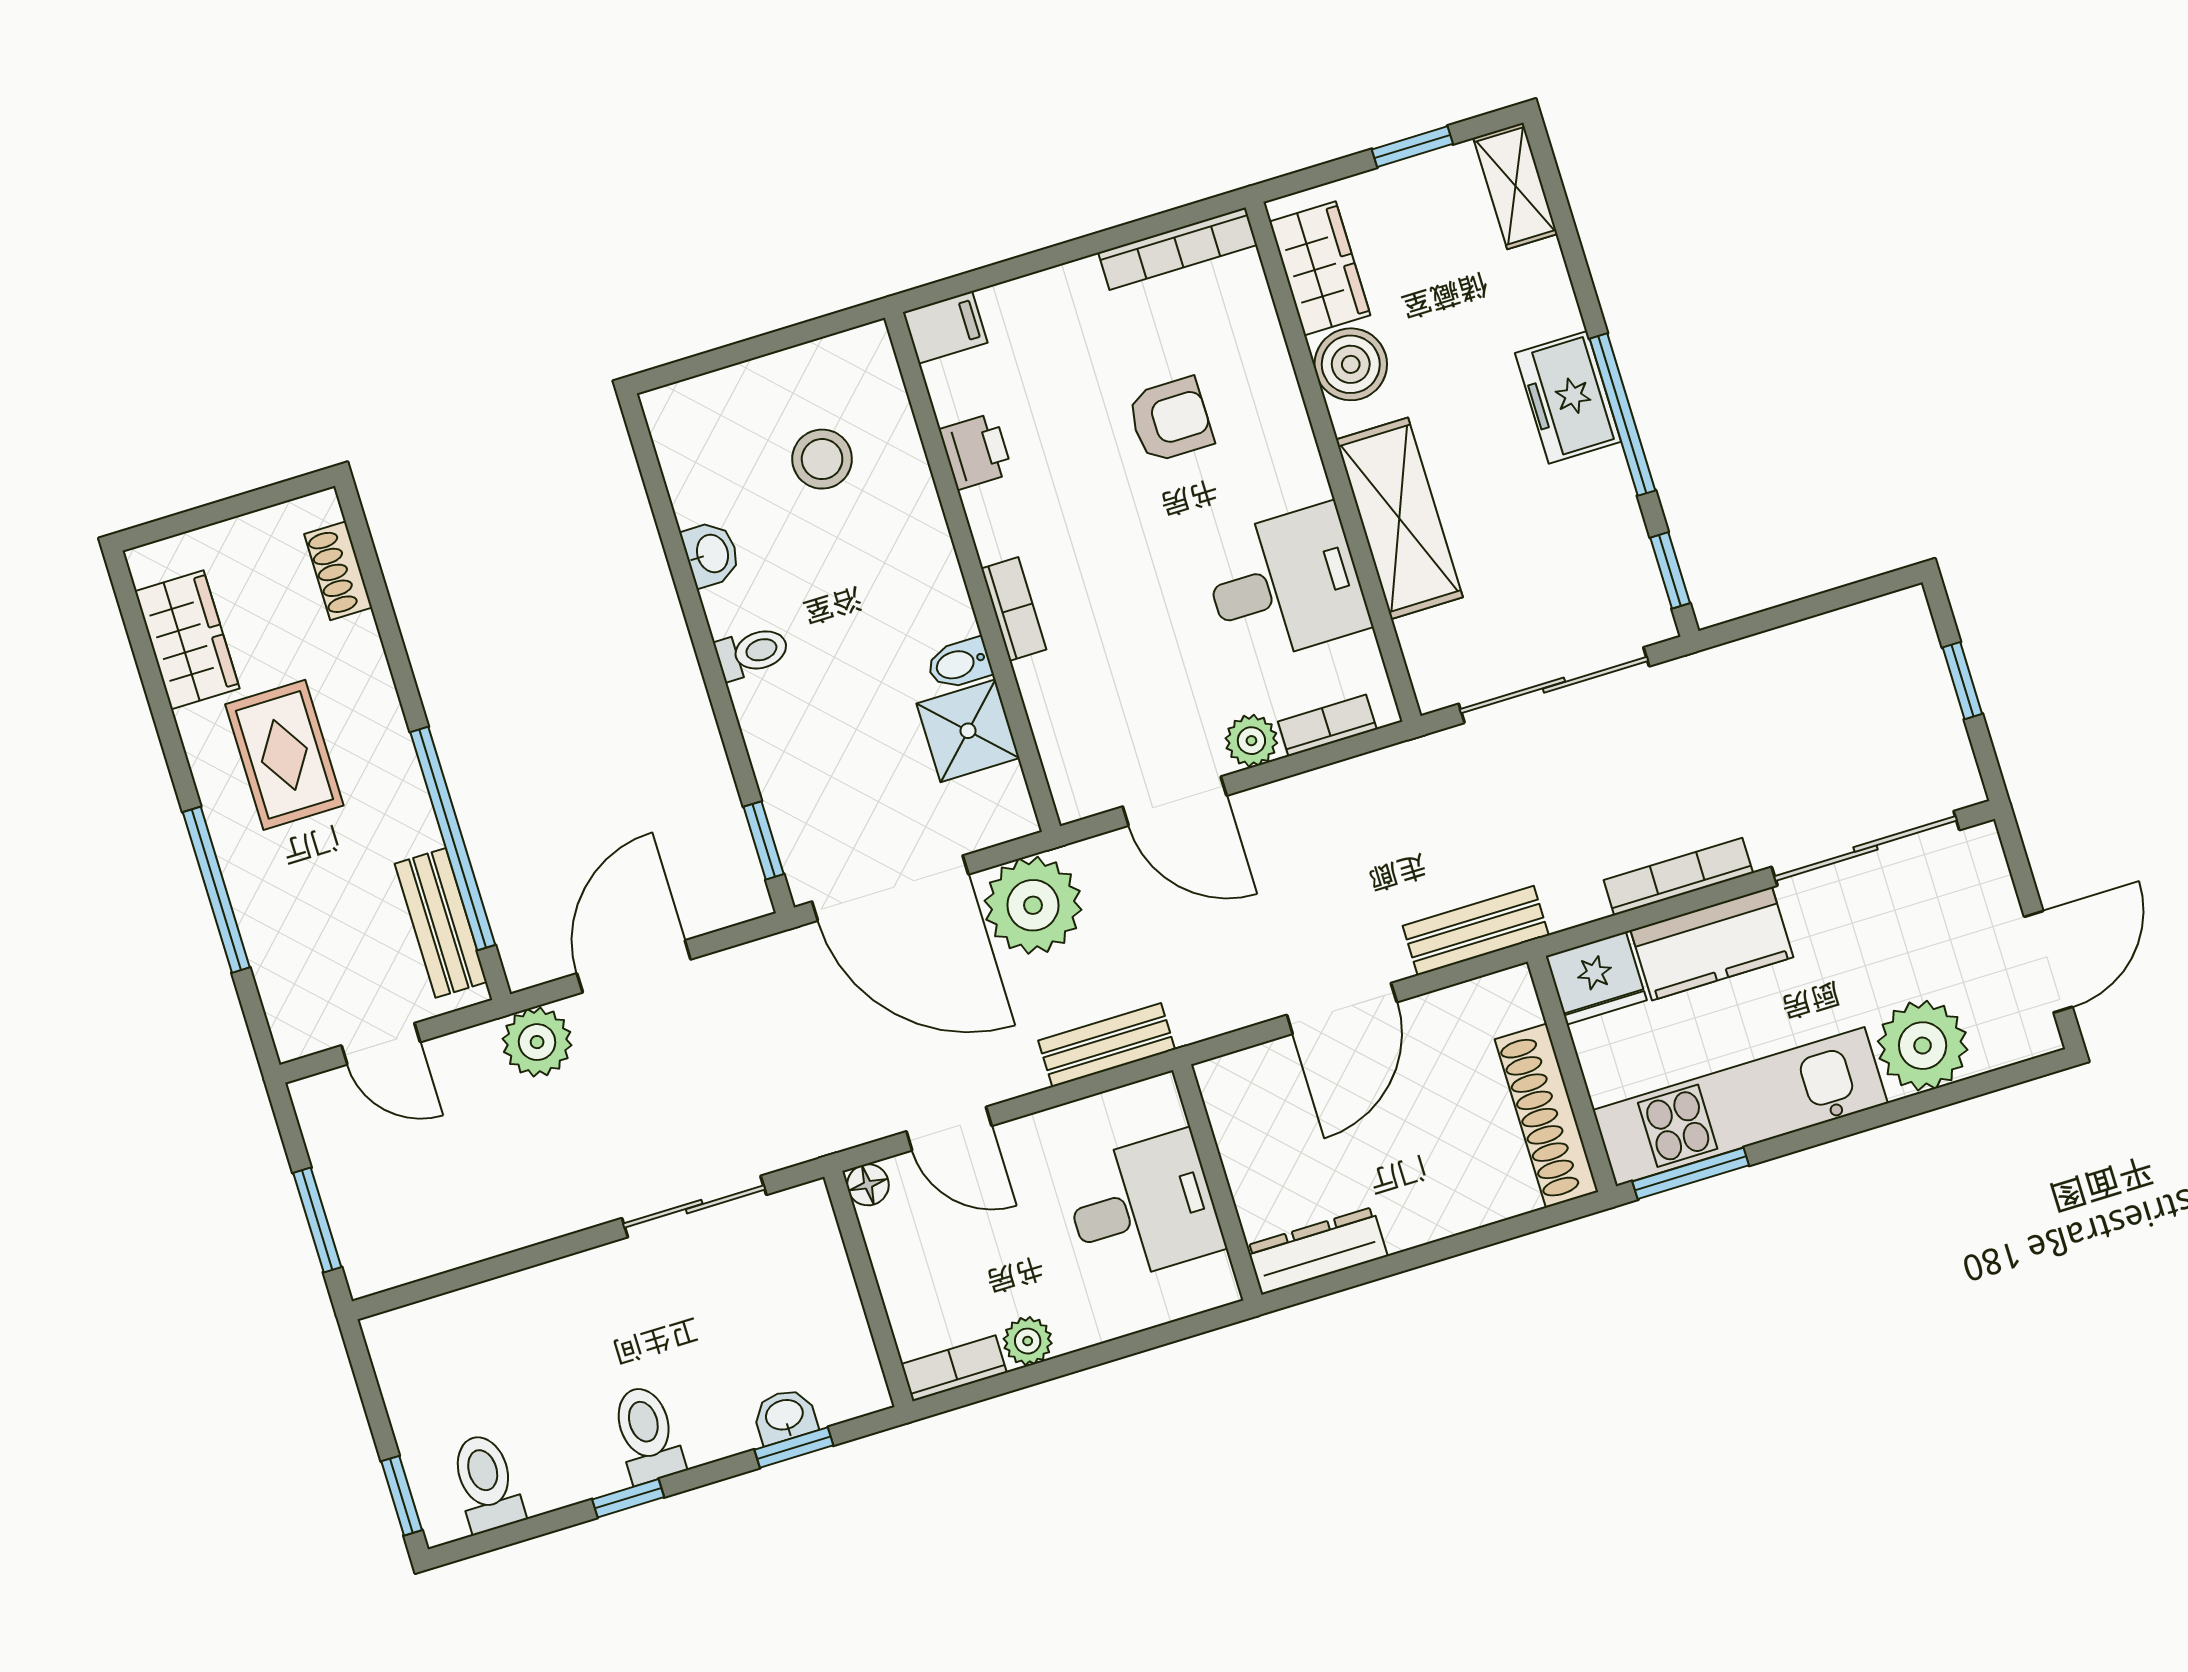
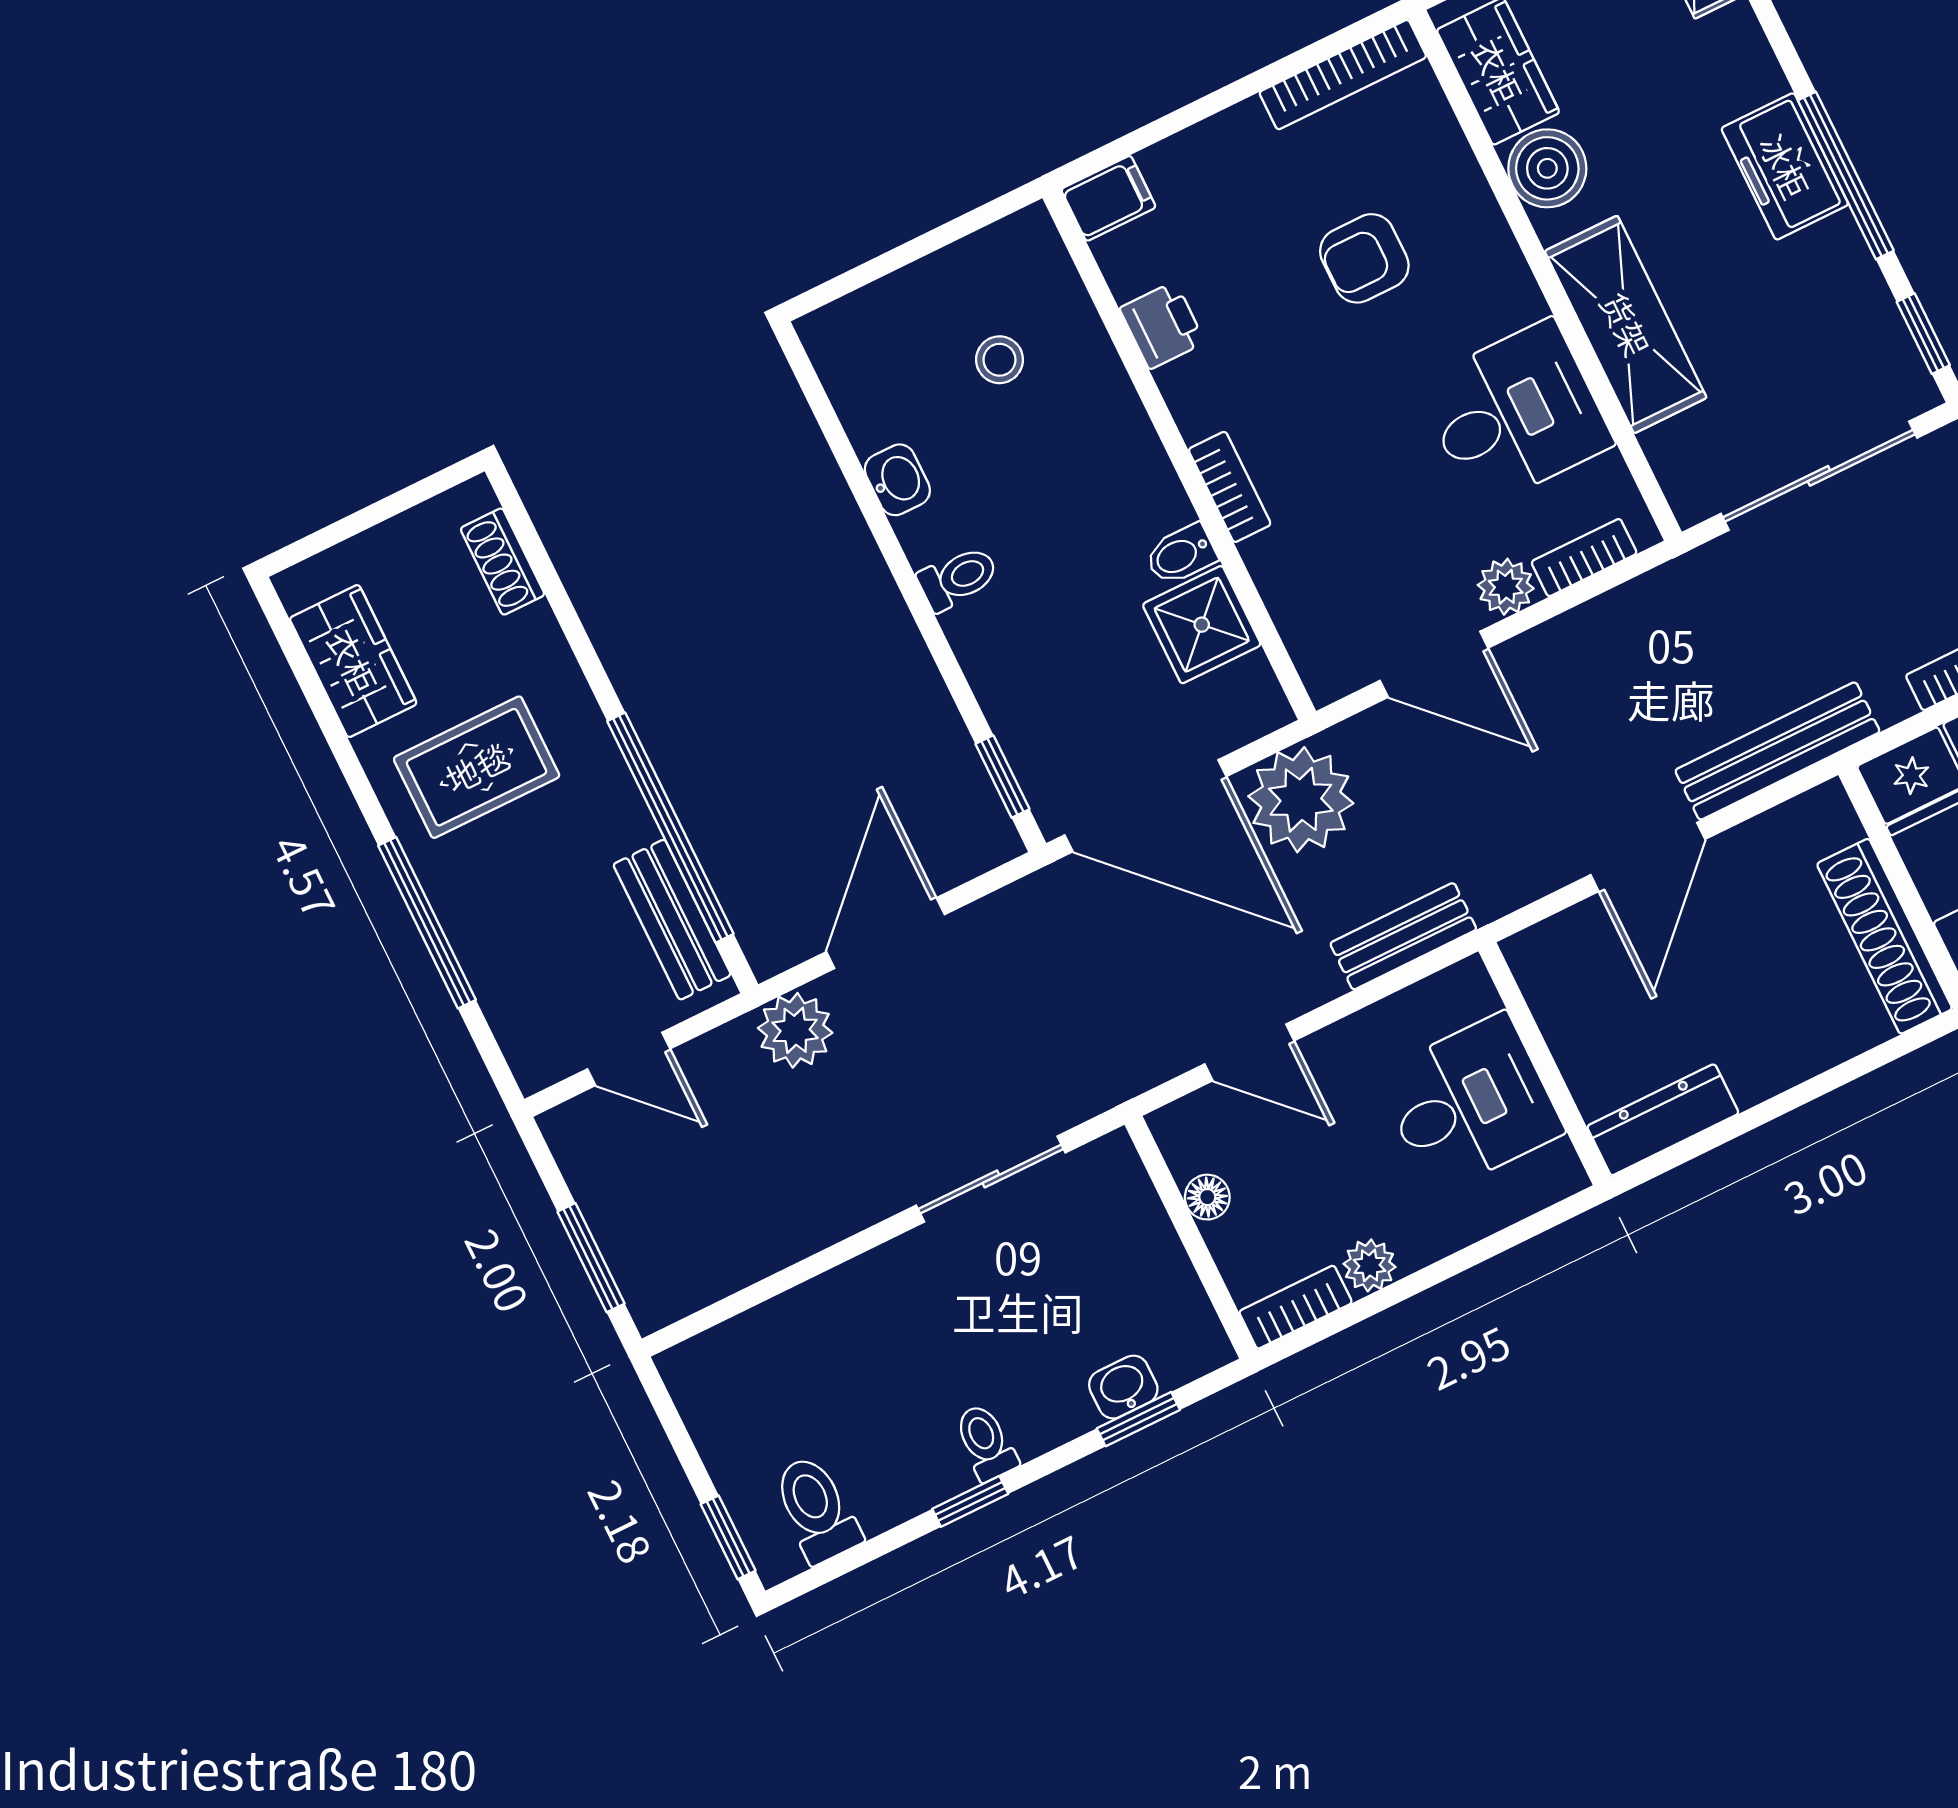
armchair: (1170, 420) -> (1364, 258), turned 180
stool: (822, 459) -> (1000, 360), width x0.73, depth x0.73
rug: (284, 755) -> (477, 767), turned 90
bench: (1476, 931) -> (1777, 751), width x1.36
floor lamp: (868, 1185) -> (1207, 1197), moved
toilet: (647, 1434) -> (986, 1442), width x0.73, depth x0.72

